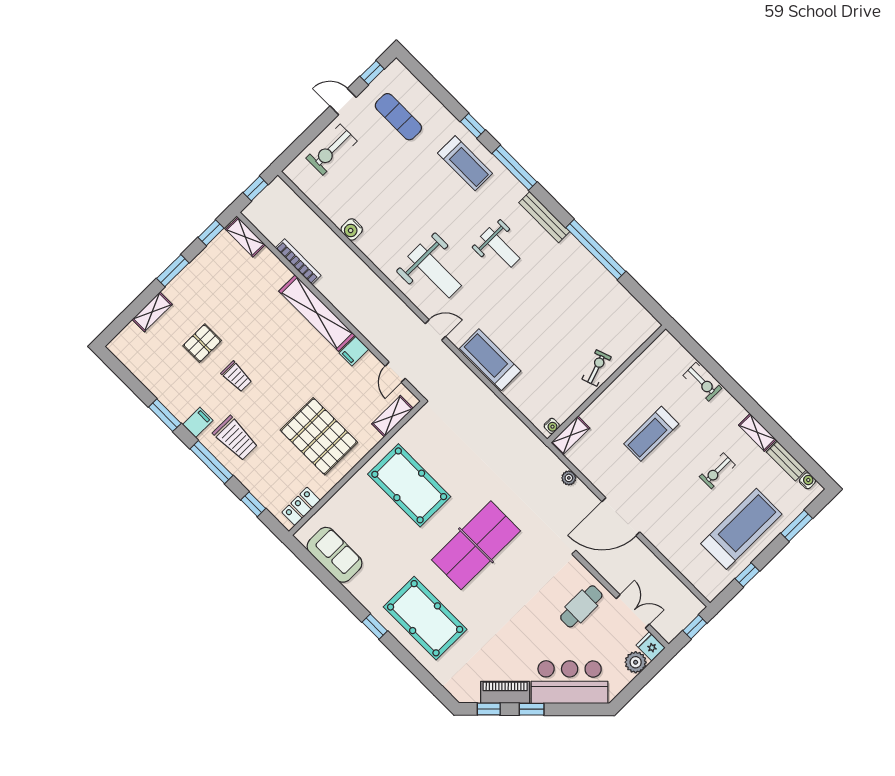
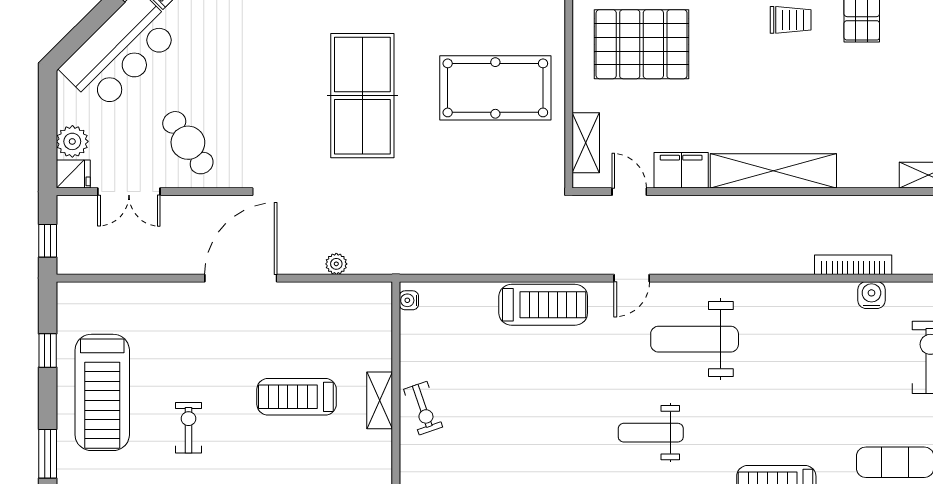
water cooler: (352, 229) -> (871, 295), moved
bookcase: (298, 262) -> (853, 265), moved, turned 180
filing cabinet: (354, 351) -> (681, 170), width x2.00
trolley: (236, 377) -> (791, 20), turned 180
treadmill: (651, 434) -> (297, 397), turned -90
shelving: (570, 435) -> (380, 400), moved
cafe table: (581, 606) -> (188, 143), turned -34

